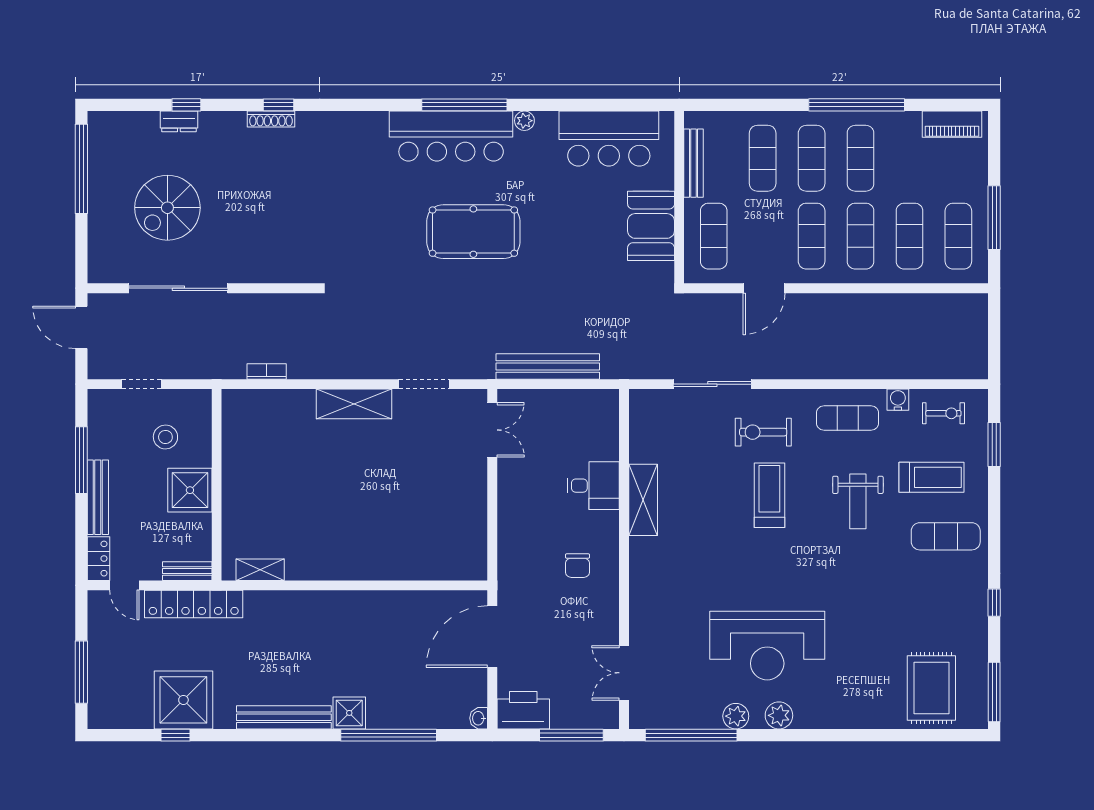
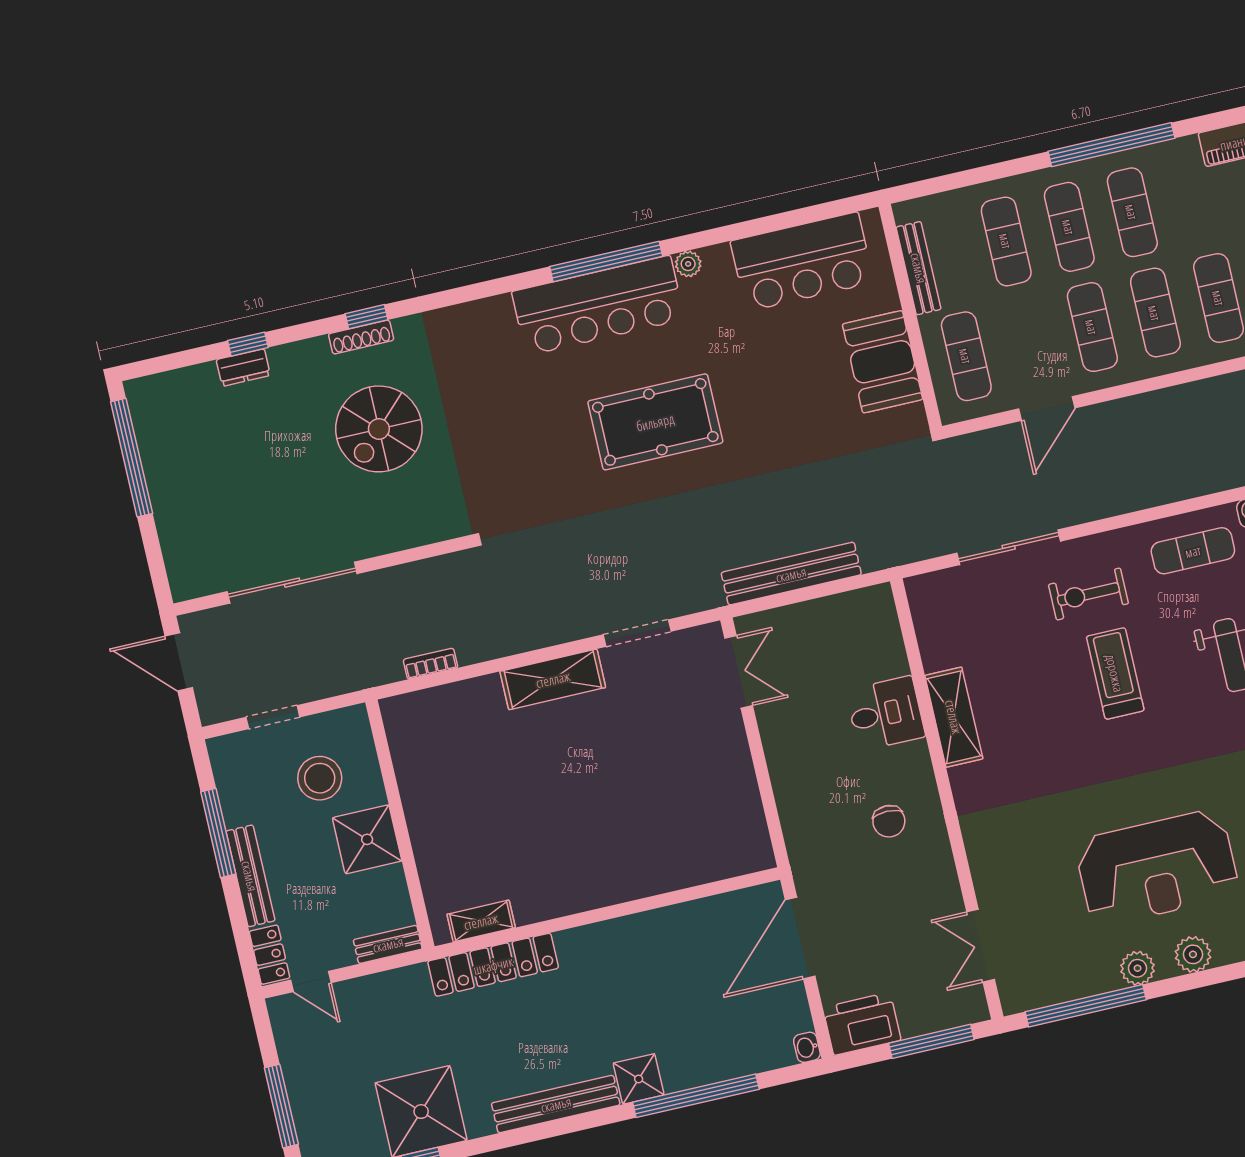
spiral stairs: (167, 208) -> (379, 429), moved
stool: (165, 437) -> (320, 778), width x1.38, depth x1.38
locker: (194, 604) -> (493, 965), moved

